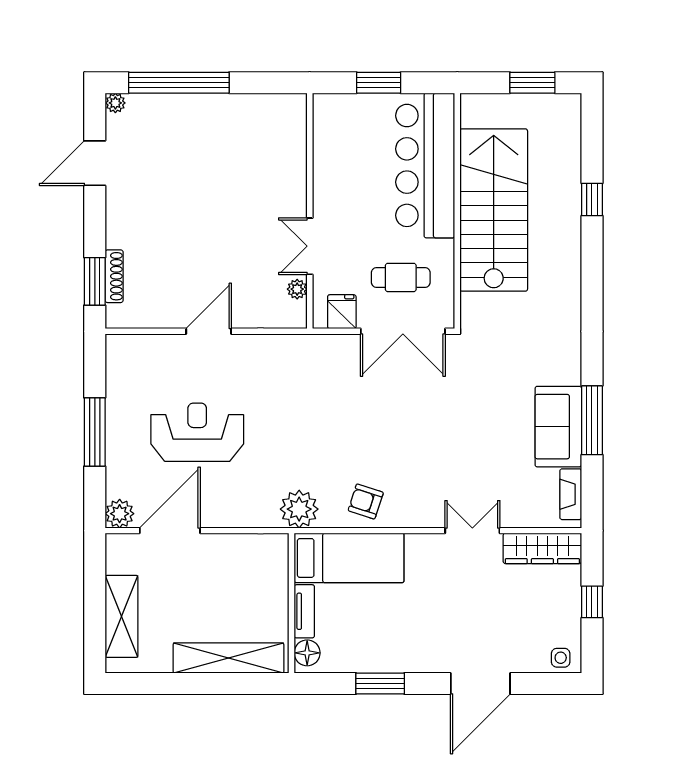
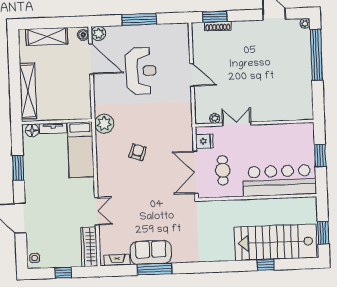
stairs: (494, 210) -> (276, 242), moved, turned 180
armchair: (366, 501) -> (138, 152), moved
boiler: (121, 544) -> (83, 35), added

